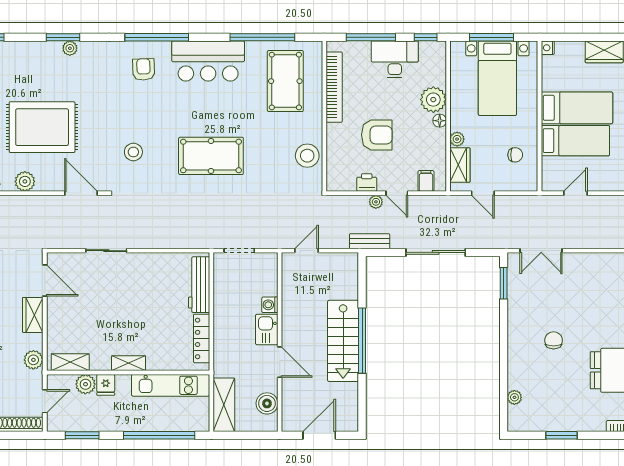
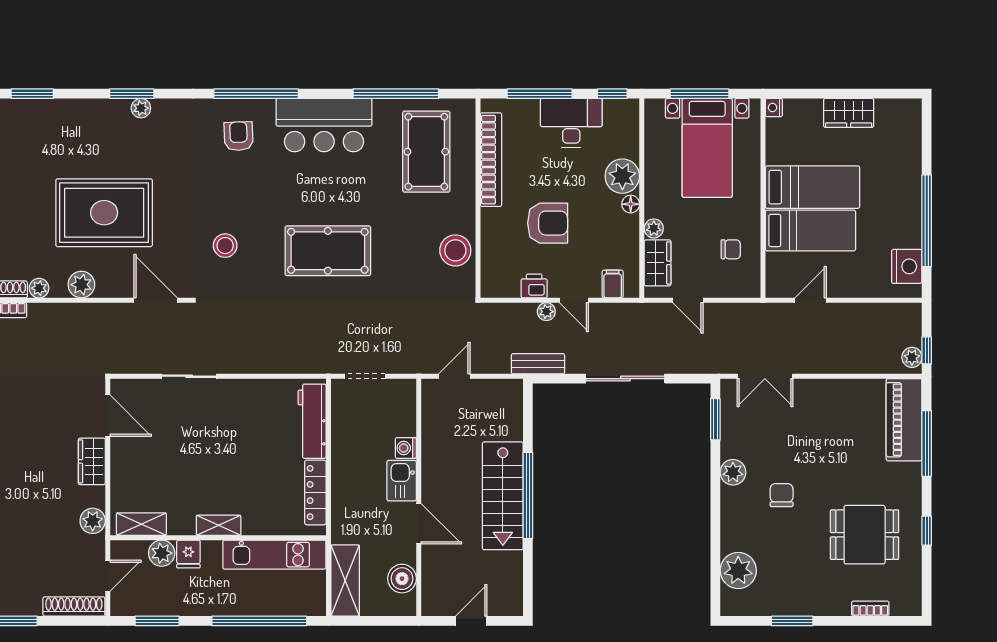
plant: (517, 323) -> (733, 472), added
plant: (514, 397) -> (738, 570), width x1.88, depth x1.88
door: (319, 435) -> (471, 621), width x0.73

